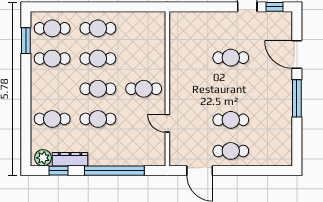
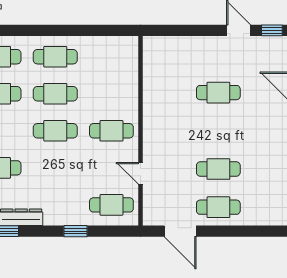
cafe table: (98, 119) -> (111, 205), moved
window: (114, 171) -> (75, 231), width x0.32

